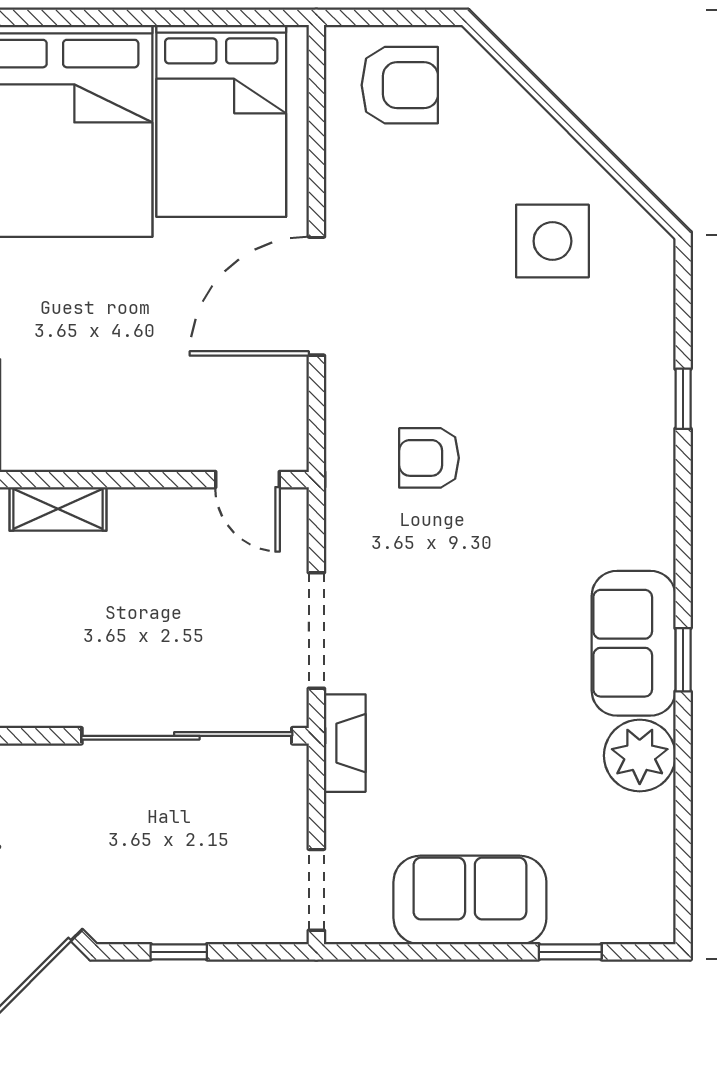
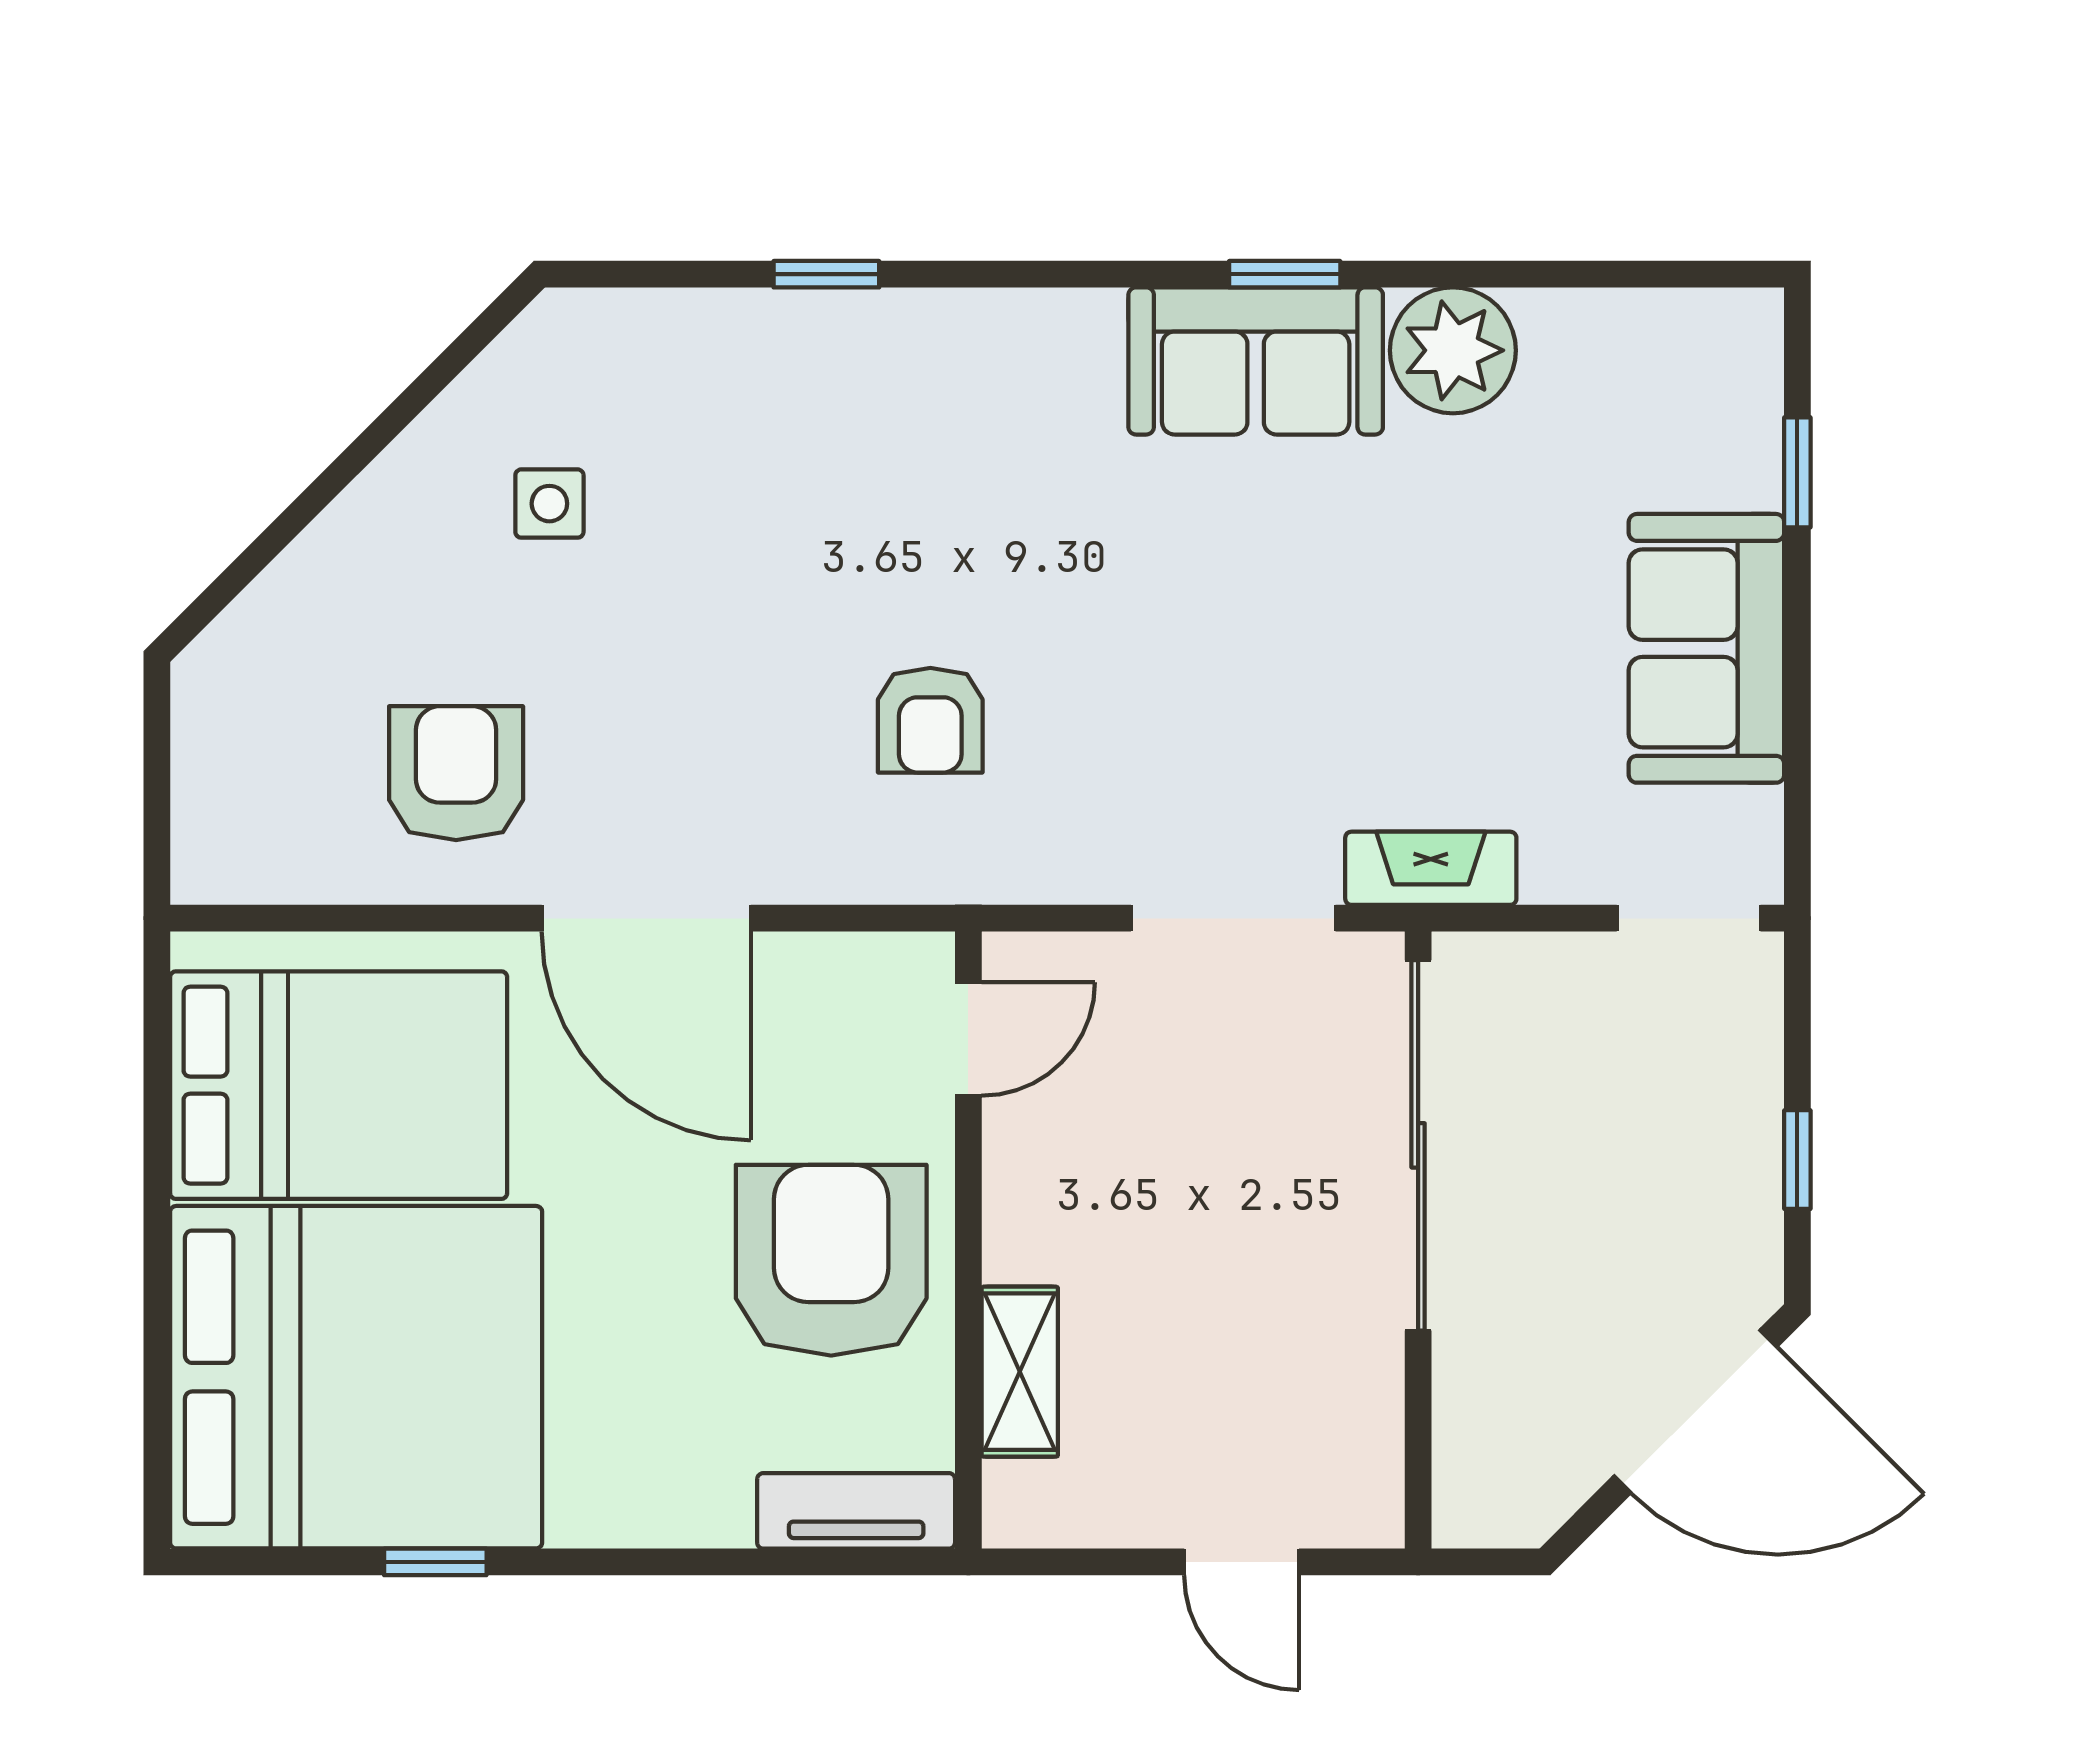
armchair: (400, 85) -> (456, 773), moved
side table: (552, 241) -> (549, 504), width x0.54, depth x0.54
armchair: (121, 401) -> (831, 1260), added

